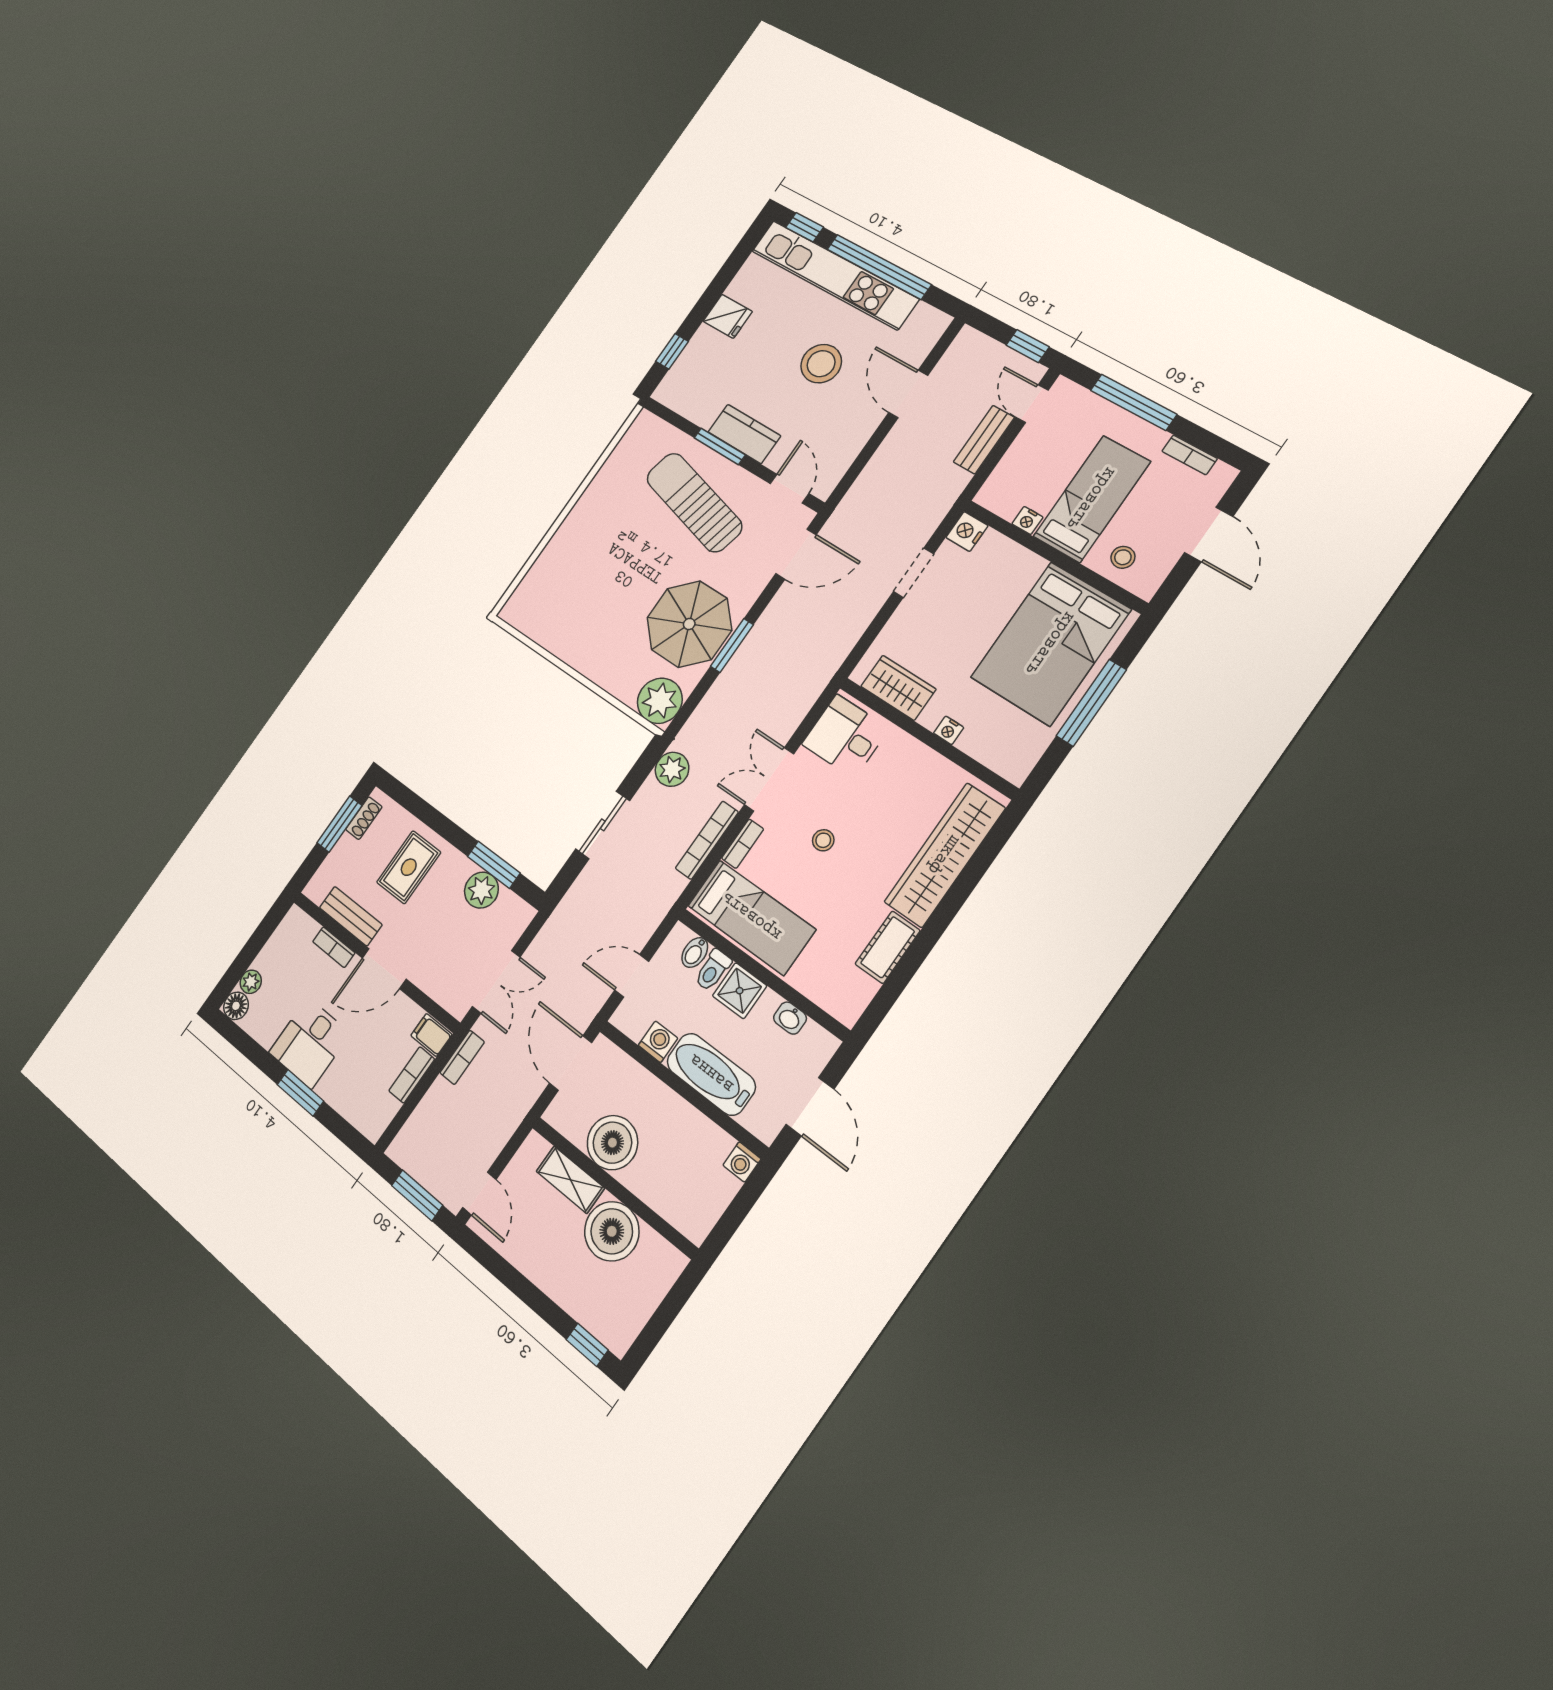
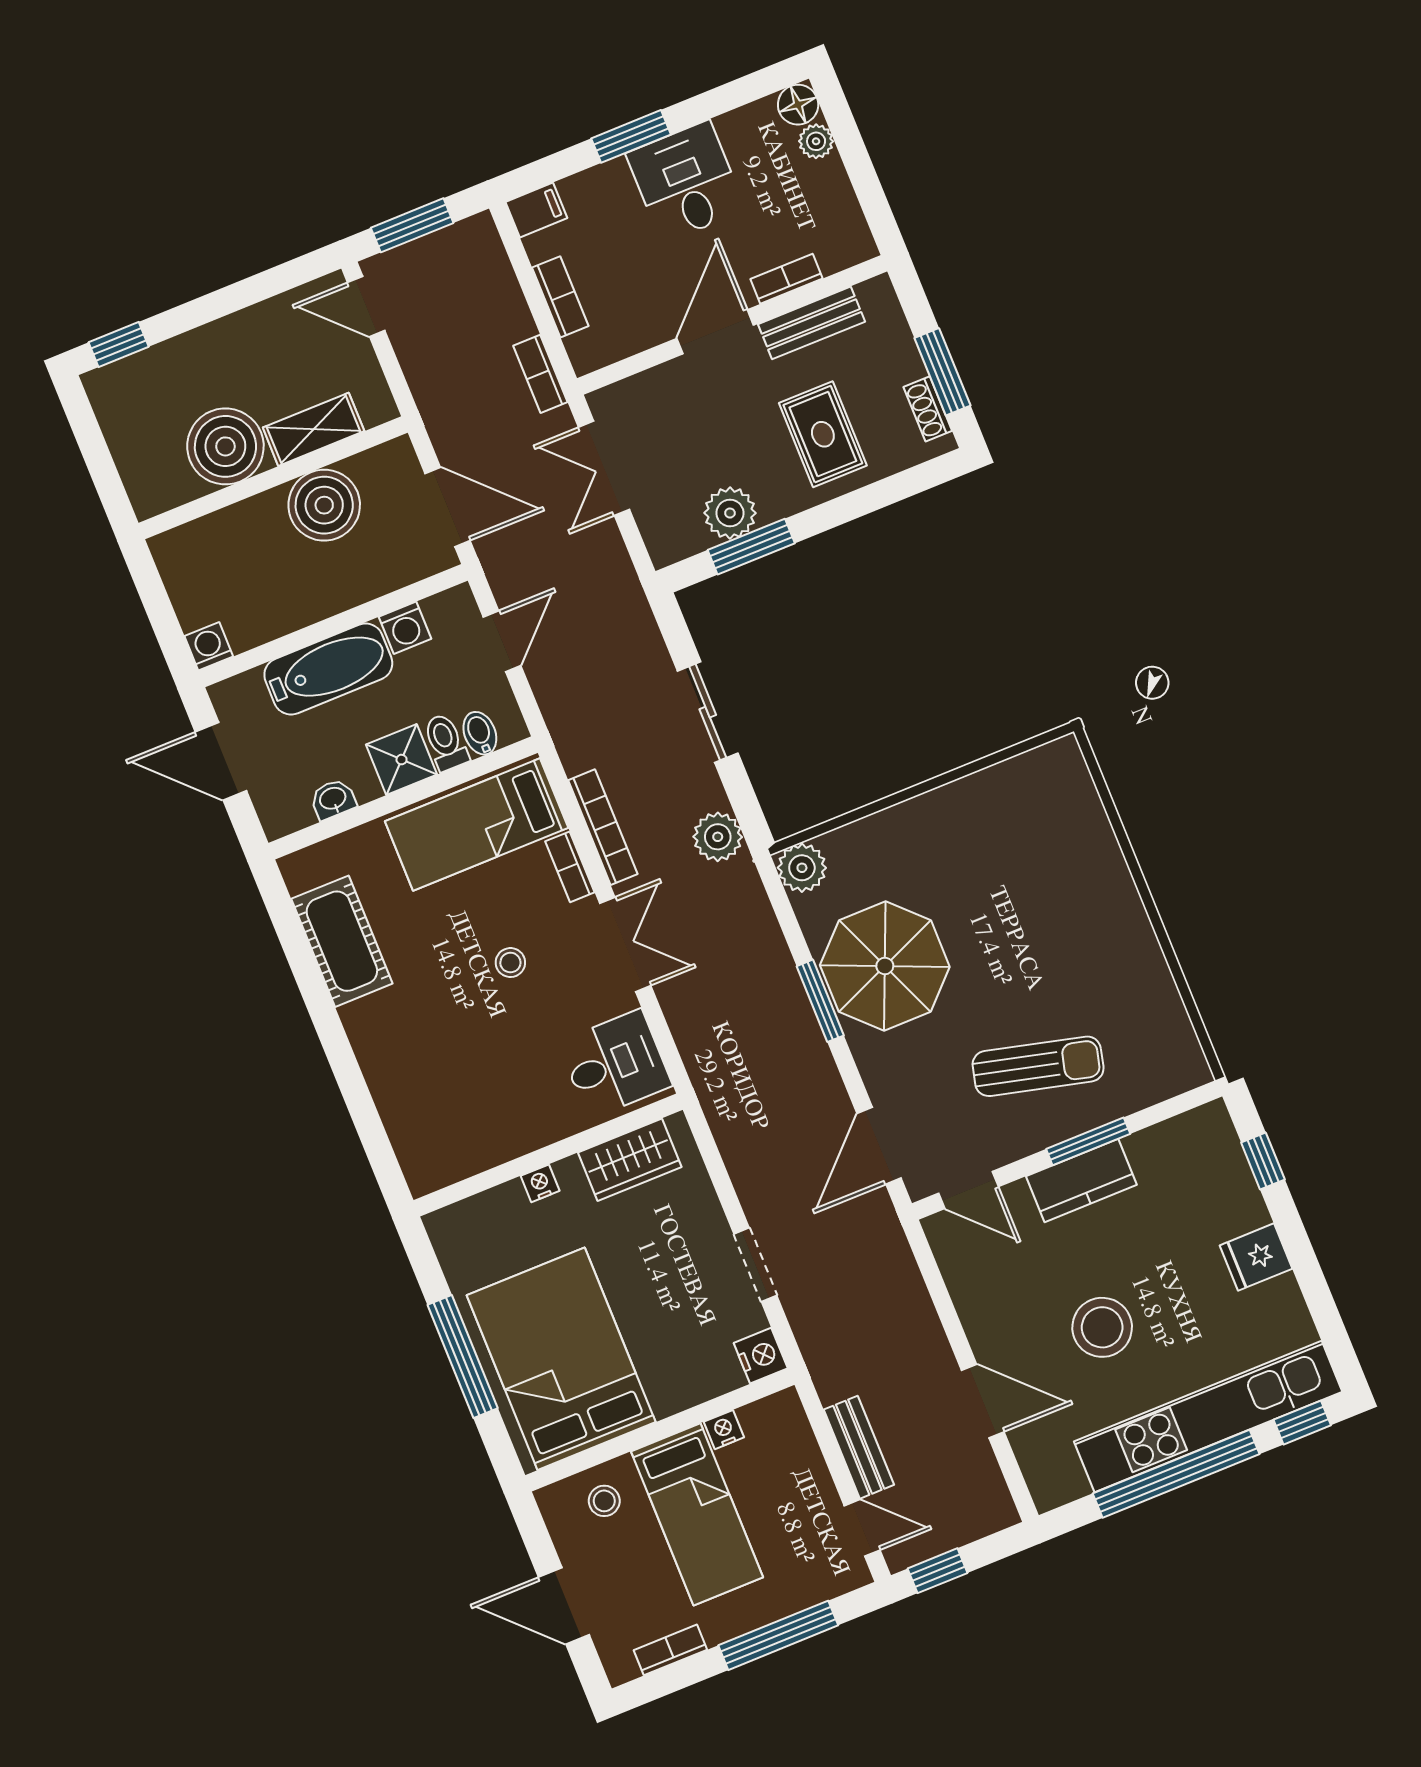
sun lounger: (694, 502) -> (1038, 1066), width x0.73, depth x0.75
plant: (660, 701) -> (802, 868), width x0.73, depth x0.73
wardrobe: (945, 855) -> (401, 1088), removed
cot: (888, 947) -> (342, 941), width x1.37, depth x1.34
filing cabinet: (431, 1035) -> (536, 210), moved

